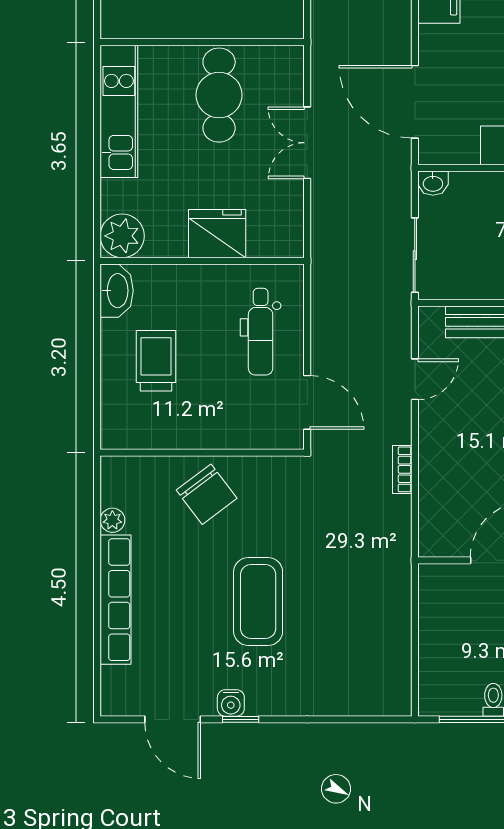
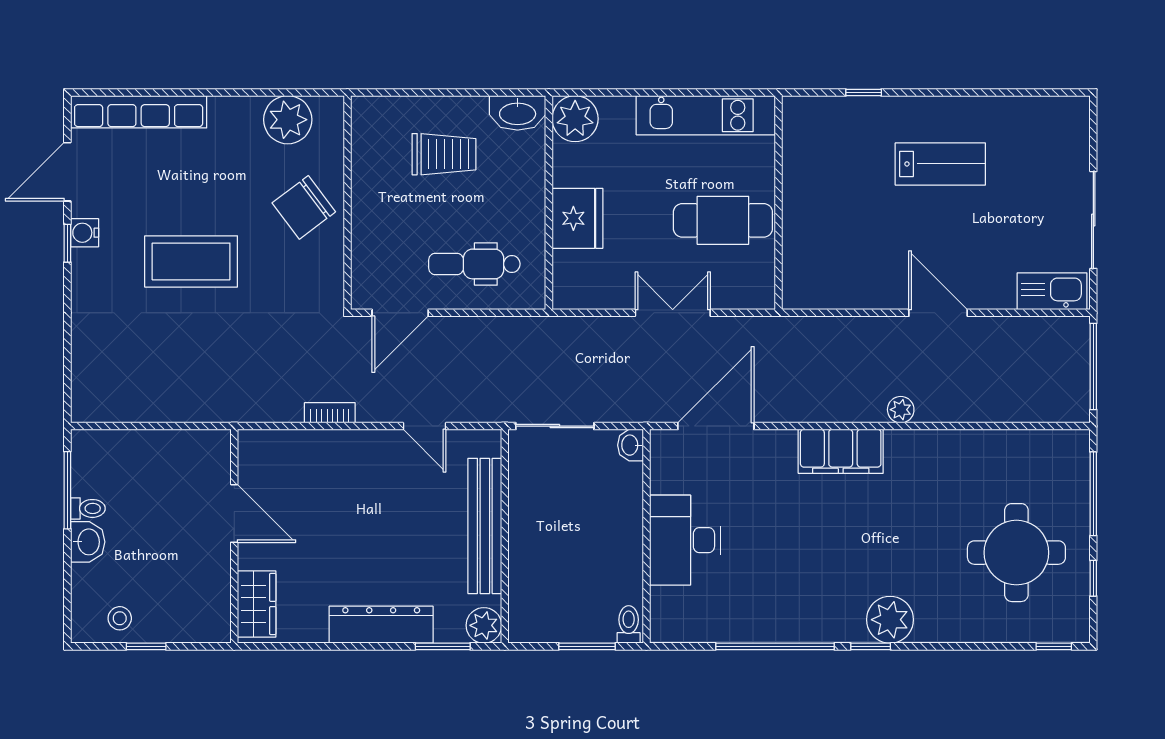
plant: (112, 520) -> (288, 120), width x1.87, depth x1.87
row of seats: (116, 600) -> (139, 112), moved

